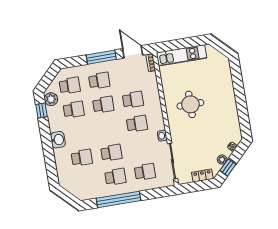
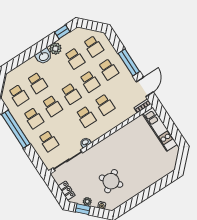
plant: (51, 99) -> (55, 49), moved
round table: (190, 104) -> (111, 181), moved, turned -36
school desk: (107, 129) -> (71, 94), added
school desk: (86, 182) -> (19, 95), added

